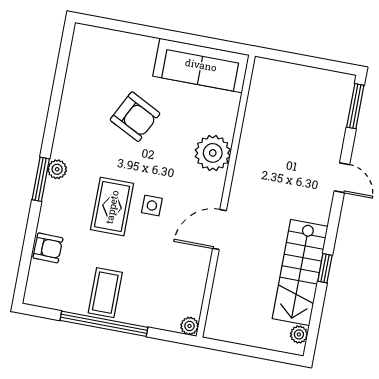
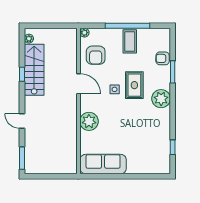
window: (61, 73) -> (173, 147), added
armchair: (135, 117) -> (96, 55), moved, turned -117
plant: (57, 169) -> (161, 99), width x1.88, depth x1.88
window: (41, 179) -> (173, 72), moved
door: (220, 229) -> (78, 84), hinge flipped

